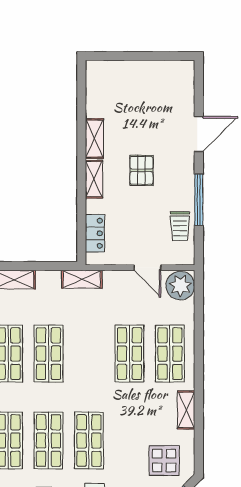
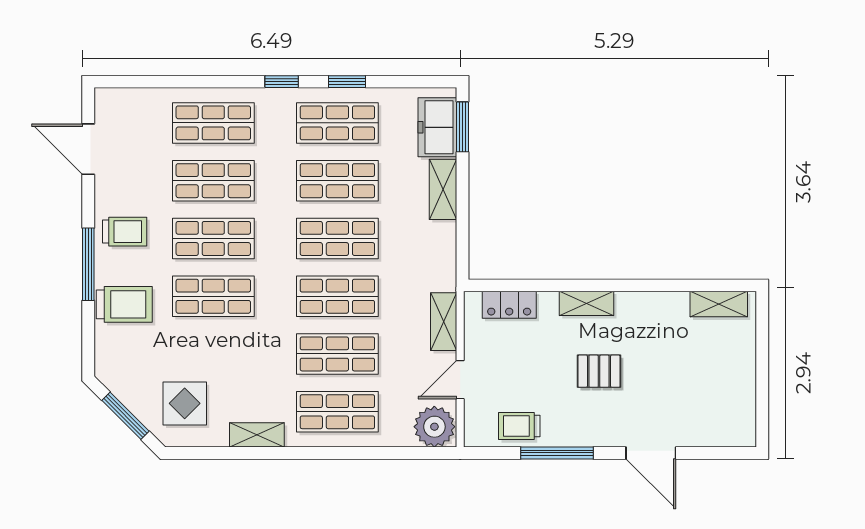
shelving: (94, 139) -> (719, 304), moved
shelving: (82, 279) -> (444, 322), moved
shop shelf: (89, 354) -> (337, 296), added

